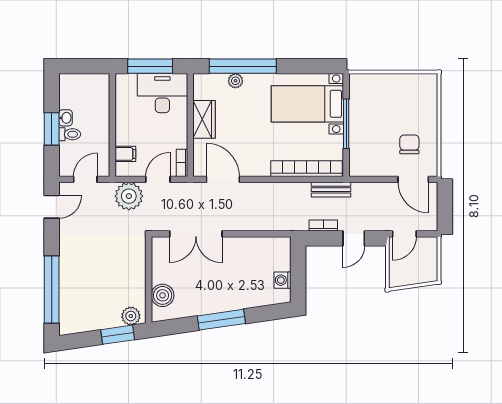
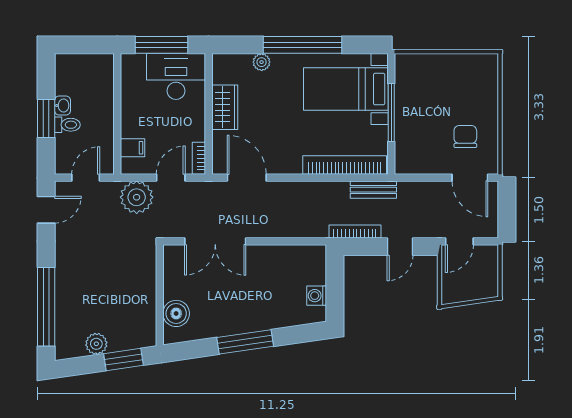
window: (243, 66) -> (302, 45), moved
bookcase: (323, 225) -> (355, 232), width x1.56
plant: (131, 316) -> (96, 344), moved

